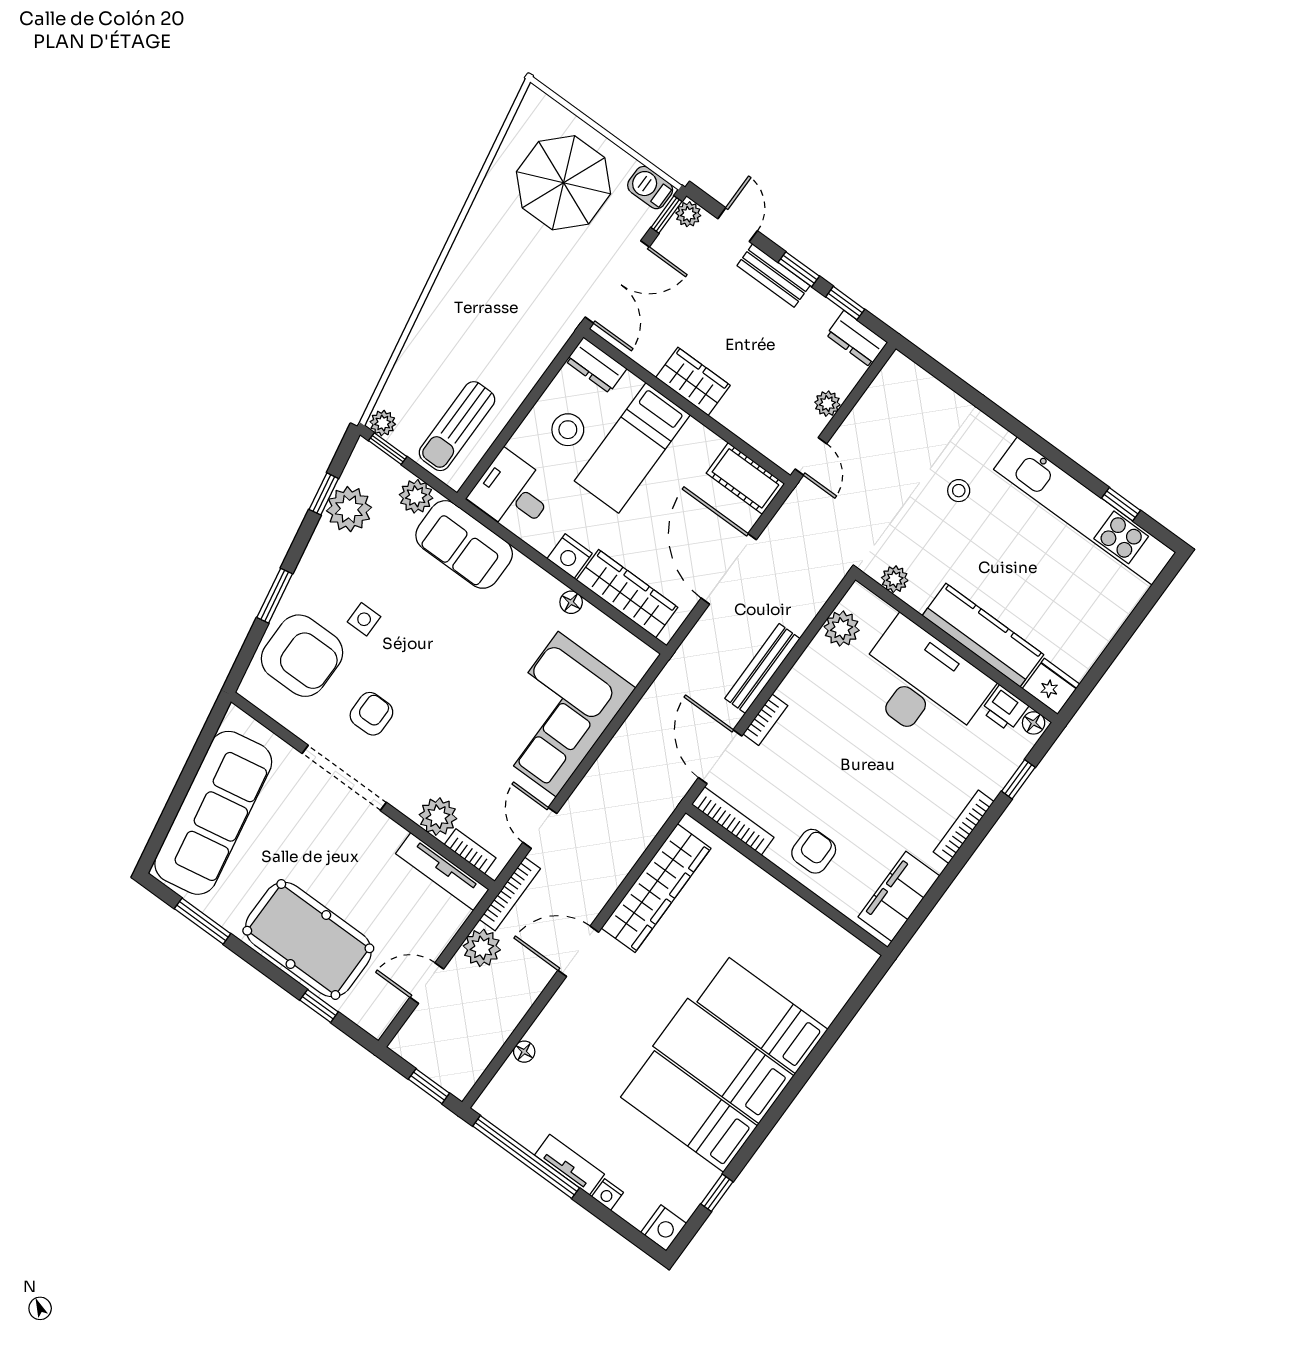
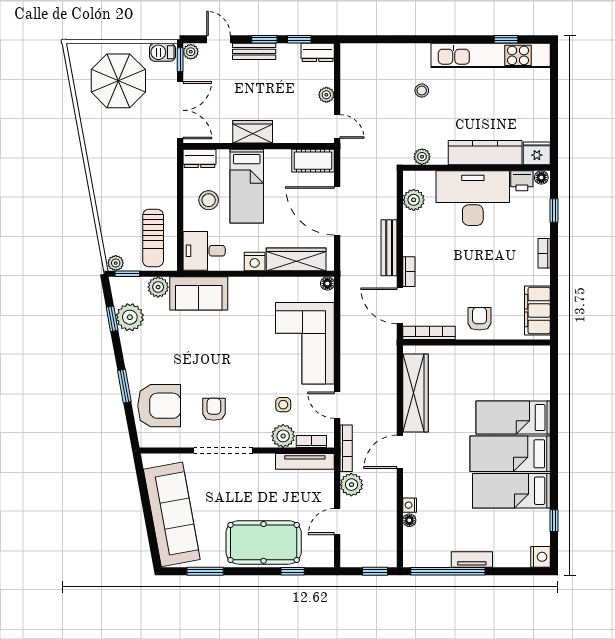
floor lamp: (571, 602) -> (327, 284), moved
side table: (364, 619) -> (283, 405), moved
bookcase: (964, 827) -> (544, 253), width x0.64
nightstand: (607, 1195) -> (410, 505), moved, turned 90

